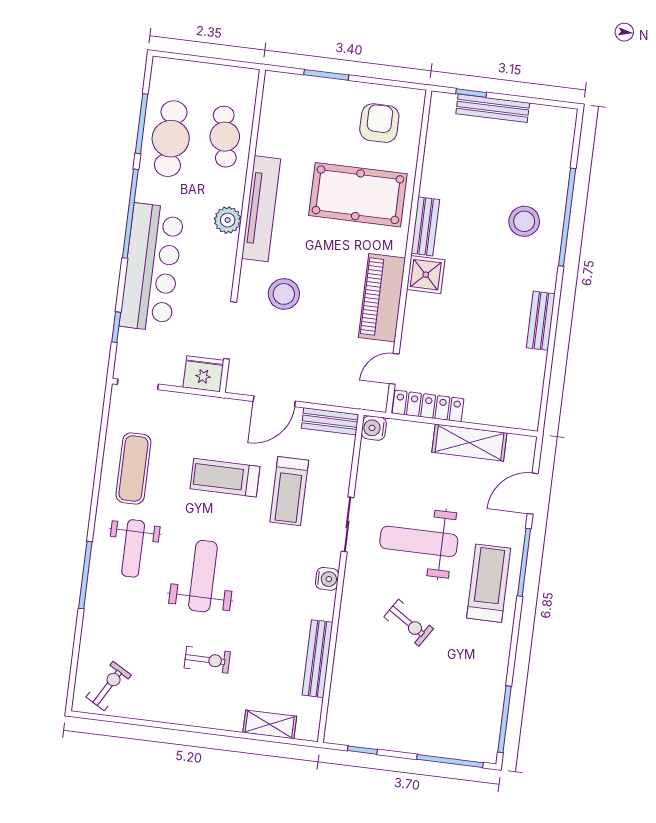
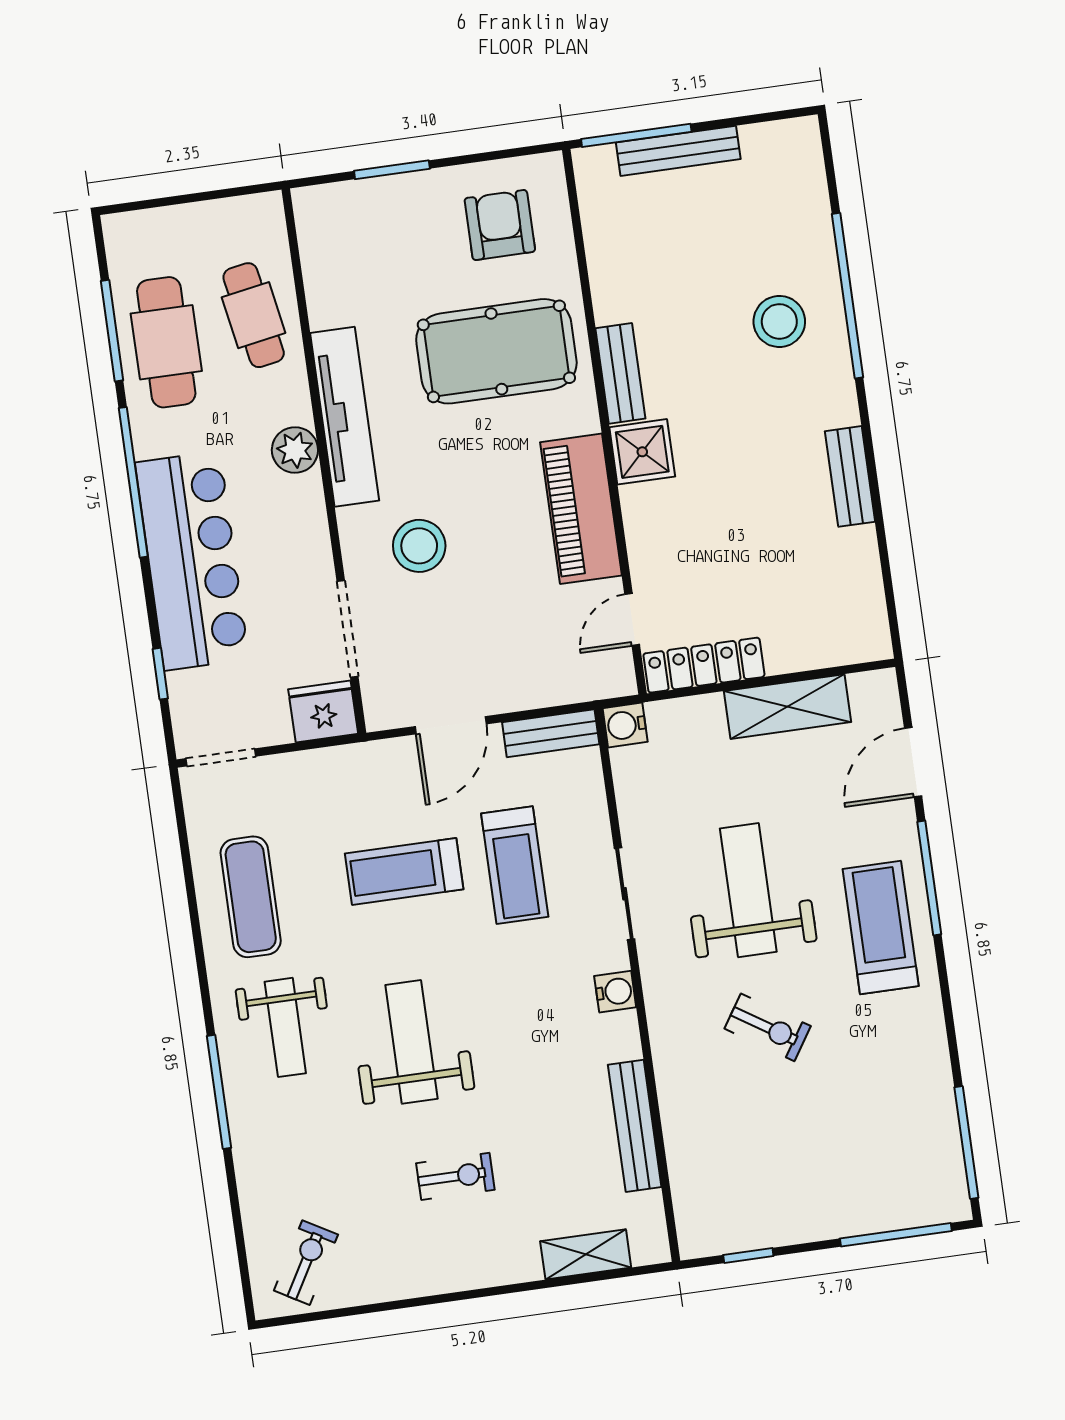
window: (471, 93) -> (636, 135), width x2.17
weight bench: (419, 541) -> (748, 890), turned 90

